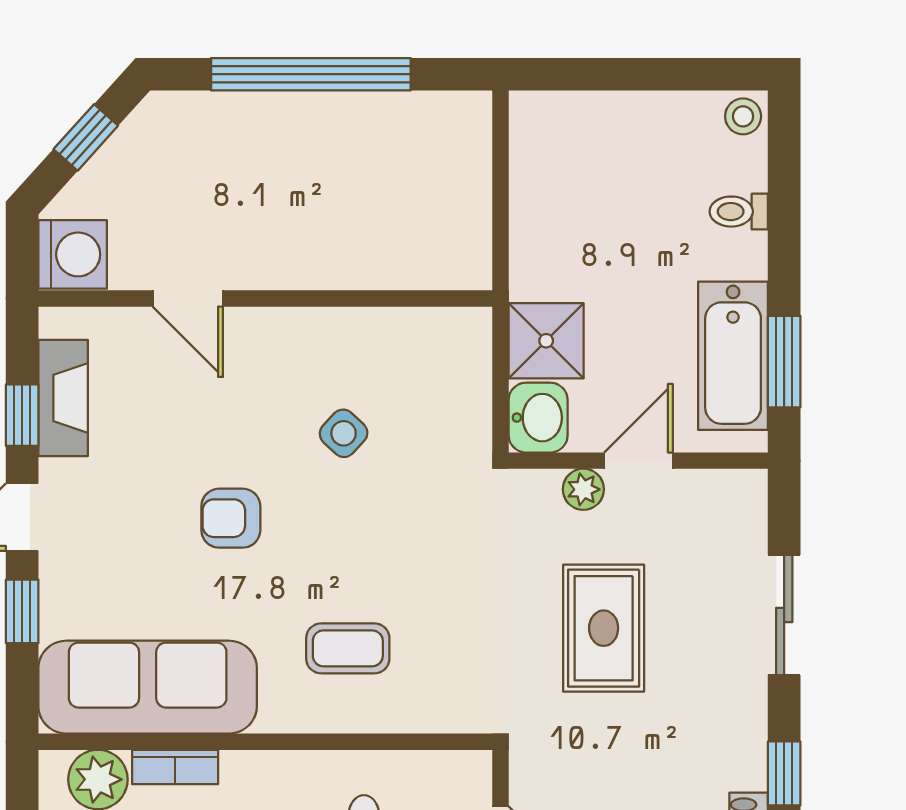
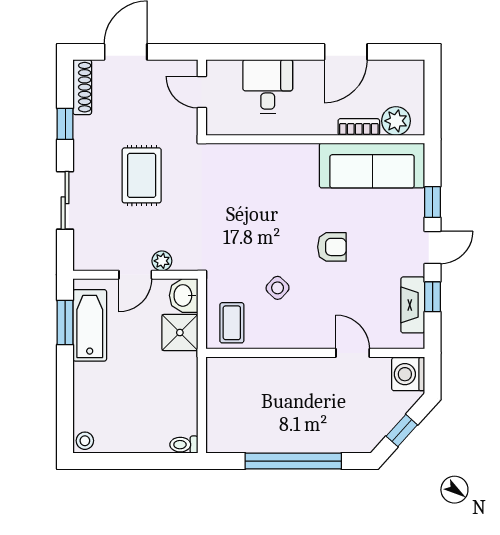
toilet: (739, 212) -> (184, 445), moved, turned 180
rug: (604, 628) -> (142, 175), moved
coffee table: (348, 648) -> (232, 323), moved, turned 90

